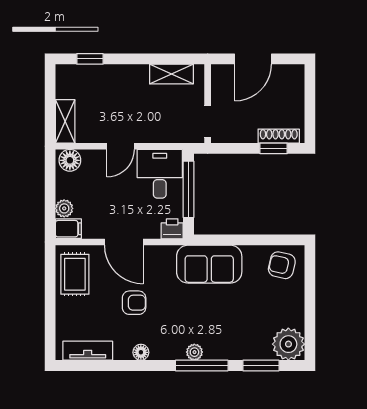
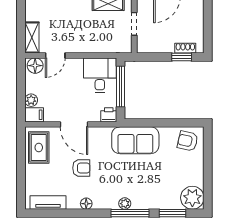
doorway: (208, 122) -> (134, 24), moved
shoe rack: (279, 136) -> (185, 48), width x0.70
door: (121, 146) -> (55, 55), moved

